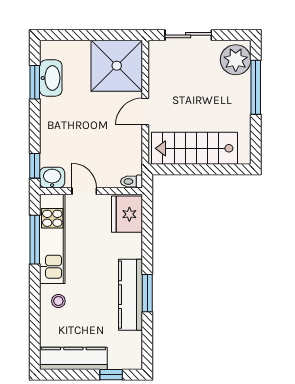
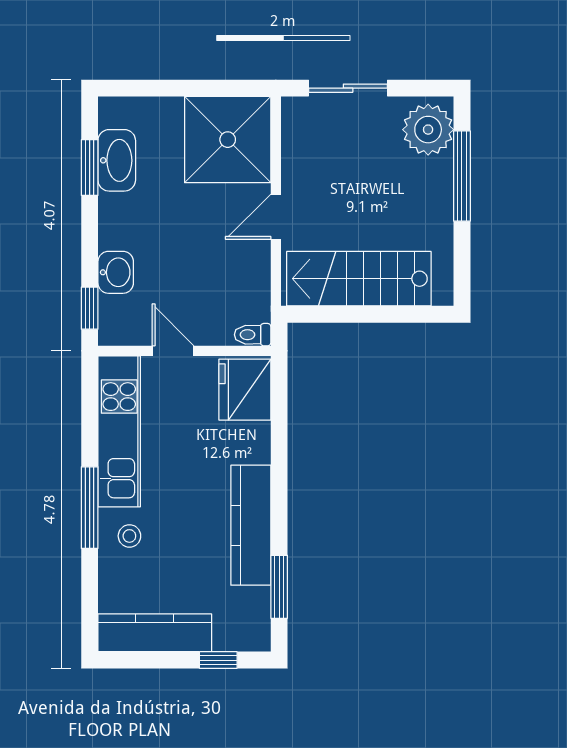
washbasin: (52, 178) -> (116, 272), moved, turned 90
window: (35, 240) -> (90, 508), moved
window: (147, 293) -> (279, 587), moved

